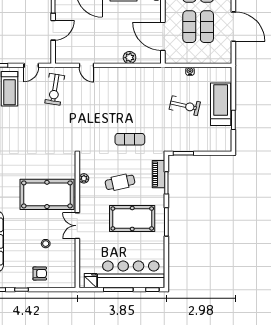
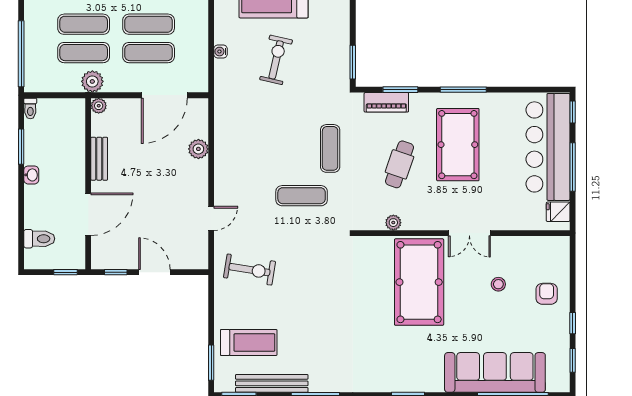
door: (31, 65) -> (211, 307), removed
exercise mat: (101, 122) -> (302, 196), added
cafe table: (120, 182) -> (399, 164), turned 31

